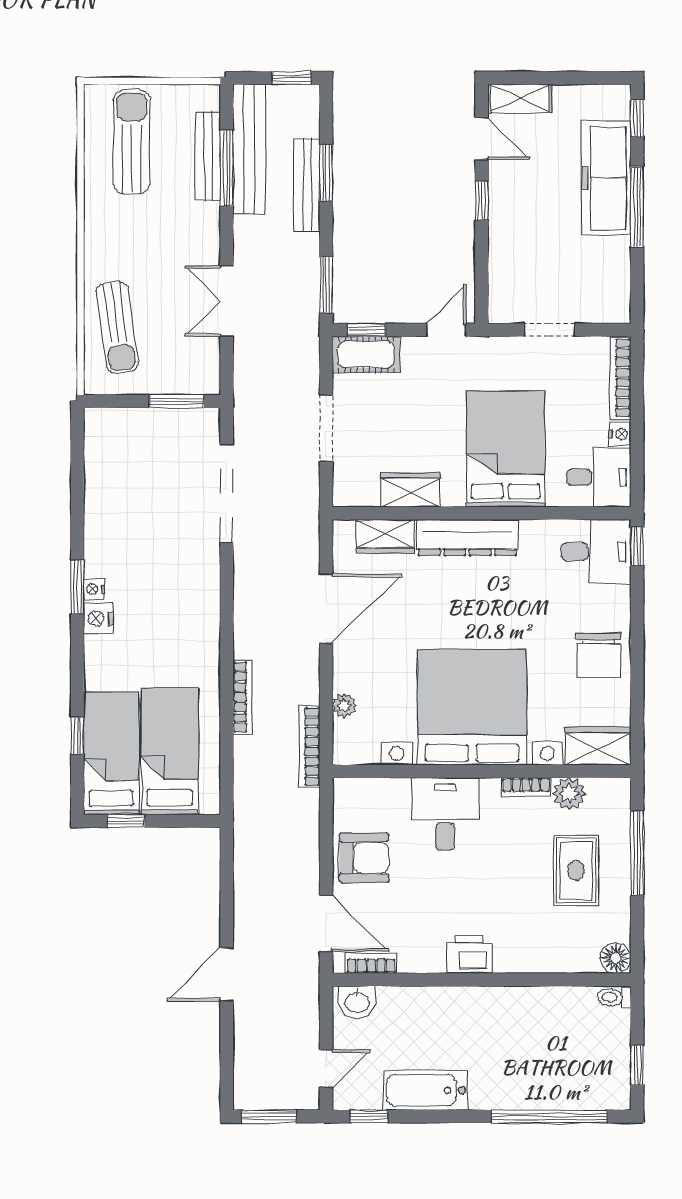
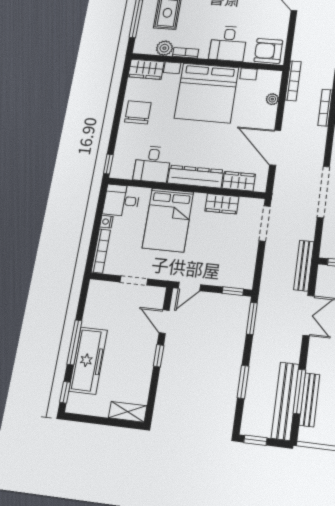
door: (482, 139) -> (164, 322), moved
bench: (307, 185) -> (304, 266), moved
cot: (366, 354) -> (235, 278), removed
doorway: (326, 428) -> (265, 223), moved
doorway: (227, 494) -> (323, 192), moved
desk: (596, 552) -> (152, 164), moved, turned -90
door: (326, 609) -> (275, 148), hinge flipped
armchair: (364, 858) -> (268, 51), moved

